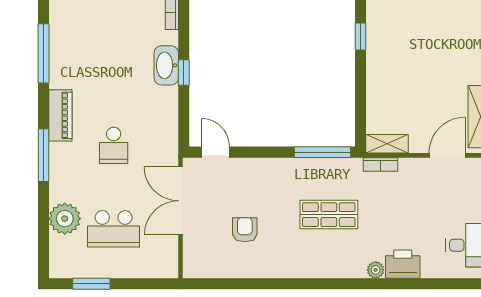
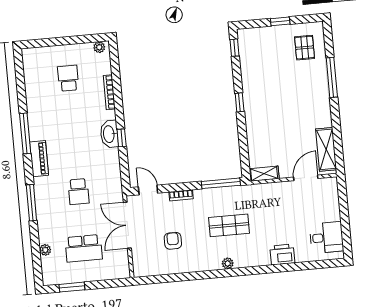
piano: (60, 115) -> (39, 159), moved
bookcase: (381, 164) -> (181, 195), moved
plant: (65, 219) -> (45, 250), width x0.53, depth x0.53
plant: (376, 270) -> (228, 263), moved

